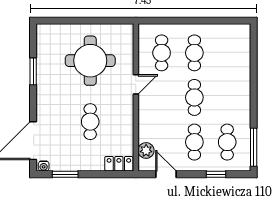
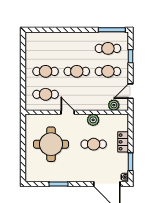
plant: (125, 121) -> (93, 120), added
locker: (119, 164) -> (123, 142), moved

